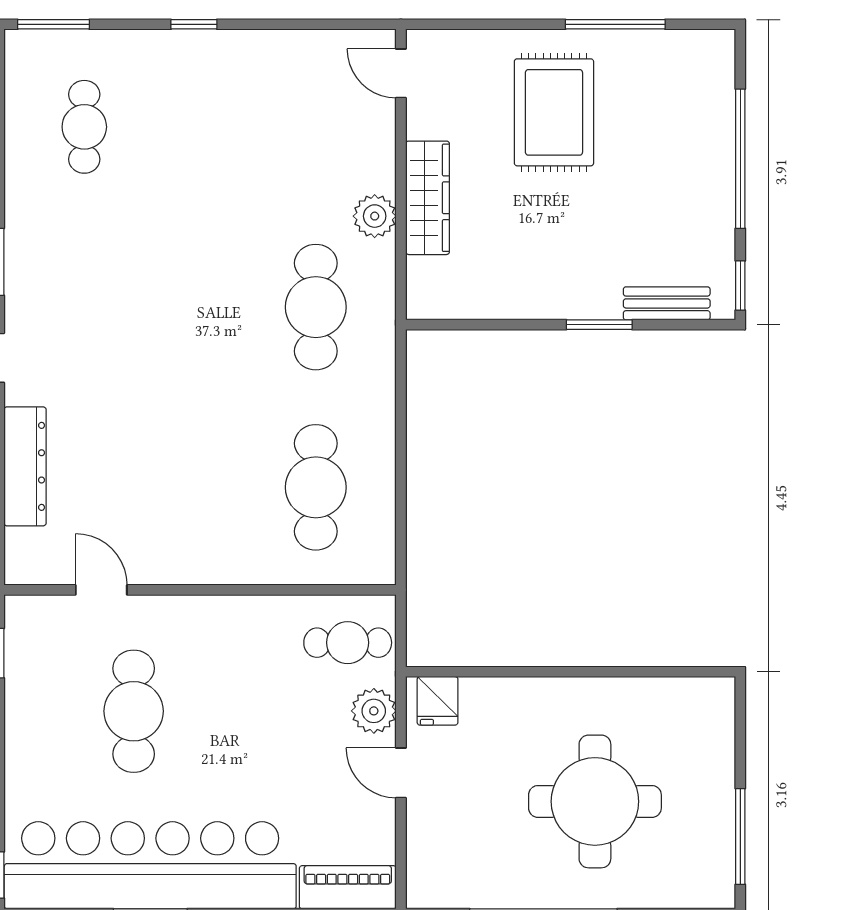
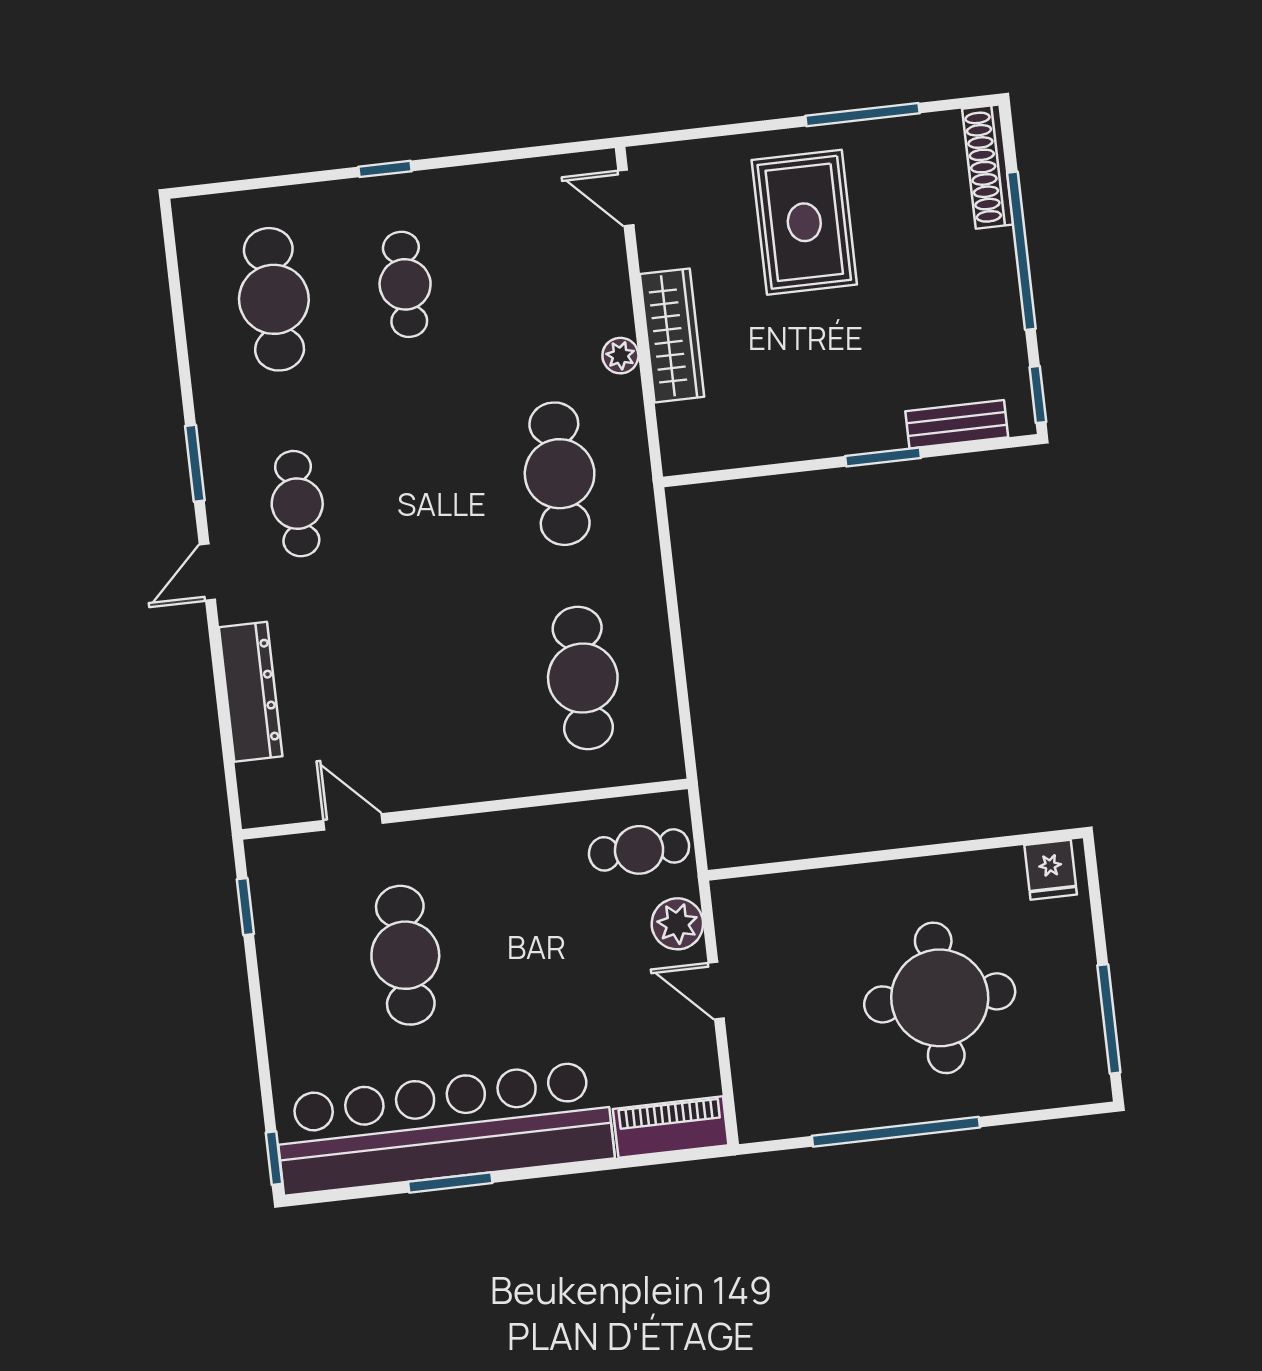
window: (53, 24) -> (226, 187), removed
shoe rack: (719, 82) -> (988, 167), added
cafe table: (84, 127) -> (274, 299), width x1.37, depth x1.35
cafe table: (200, 127) -> (405, 284), added
plant: (375, 216) -> (620, 356), width x0.73, depth x0.73
cafe table: (84, 307) -> (297, 504), added
fridge: (438, 701) -> (1051, 870), moved

